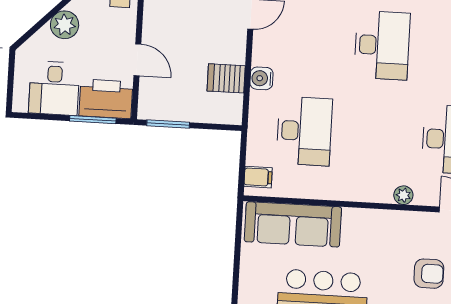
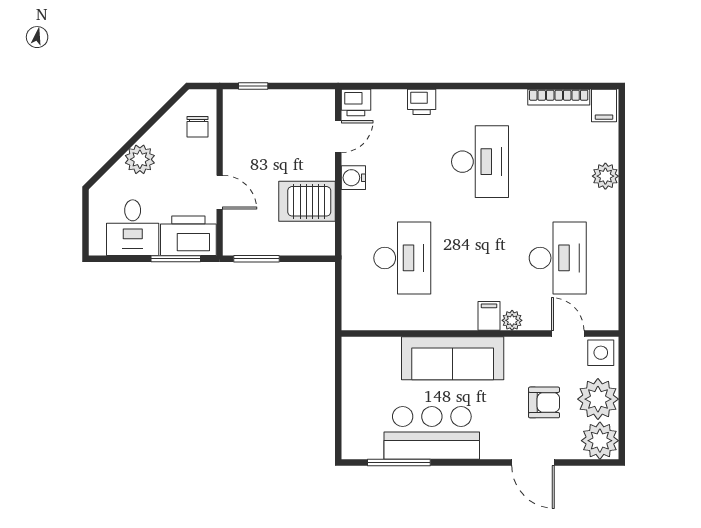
server rack: (226, 78) -> (307, 201), width x1.36, depth x1.44
water cooler: (261, 78) -> (353, 178), moved
filing cabinet: (258, 177) -> (489, 316), moved, turned -90
sofa: (293, 224) -> (453, 358), moved

